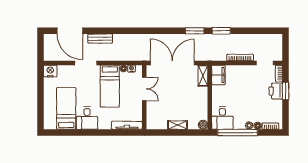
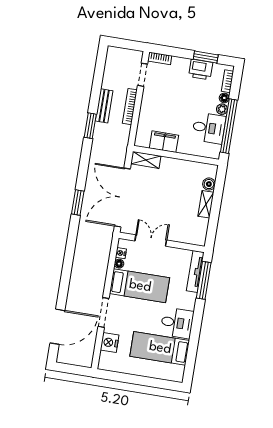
window: (195, 31) -> (78, 203), moved
bench: (100, 39) -> (104, 106), moved
nightstand: (50, 71) -> (110, 343), moved
filing cabinet: (218, 75) -> (164, 142), moved
printer: (276, 91) -> (201, 70), moved
window: (286, 91) -> (206, 57), moved
desk: (222, 118) -> (209, 128), moved
boiler: (203, 125) -> (209, 184), moved
window: (121, 133) -> (204, 280), added

